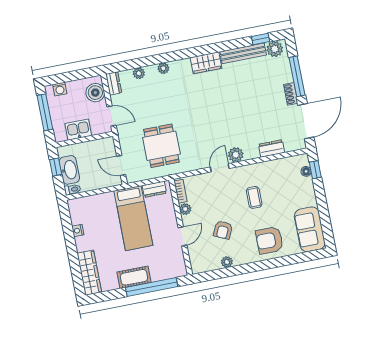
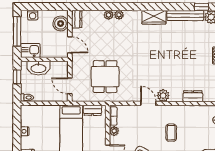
plant: (139, 73) -> (109, 15), moved
kitchen sink: (78, 130) -> (30, 50), moved
door: (220, 168) -> (148, 103), hinge flipped
washbasin: (69, 170) -> (38, 68), moved, turned 90

